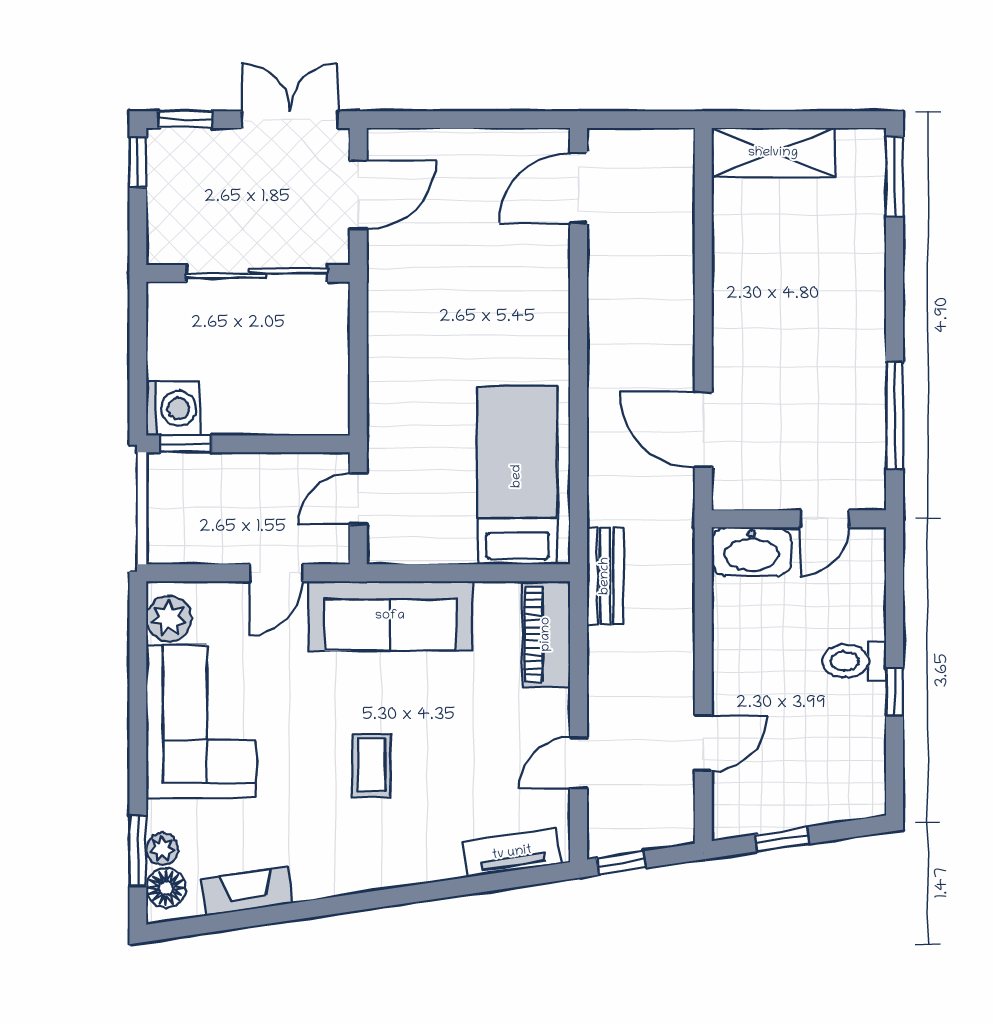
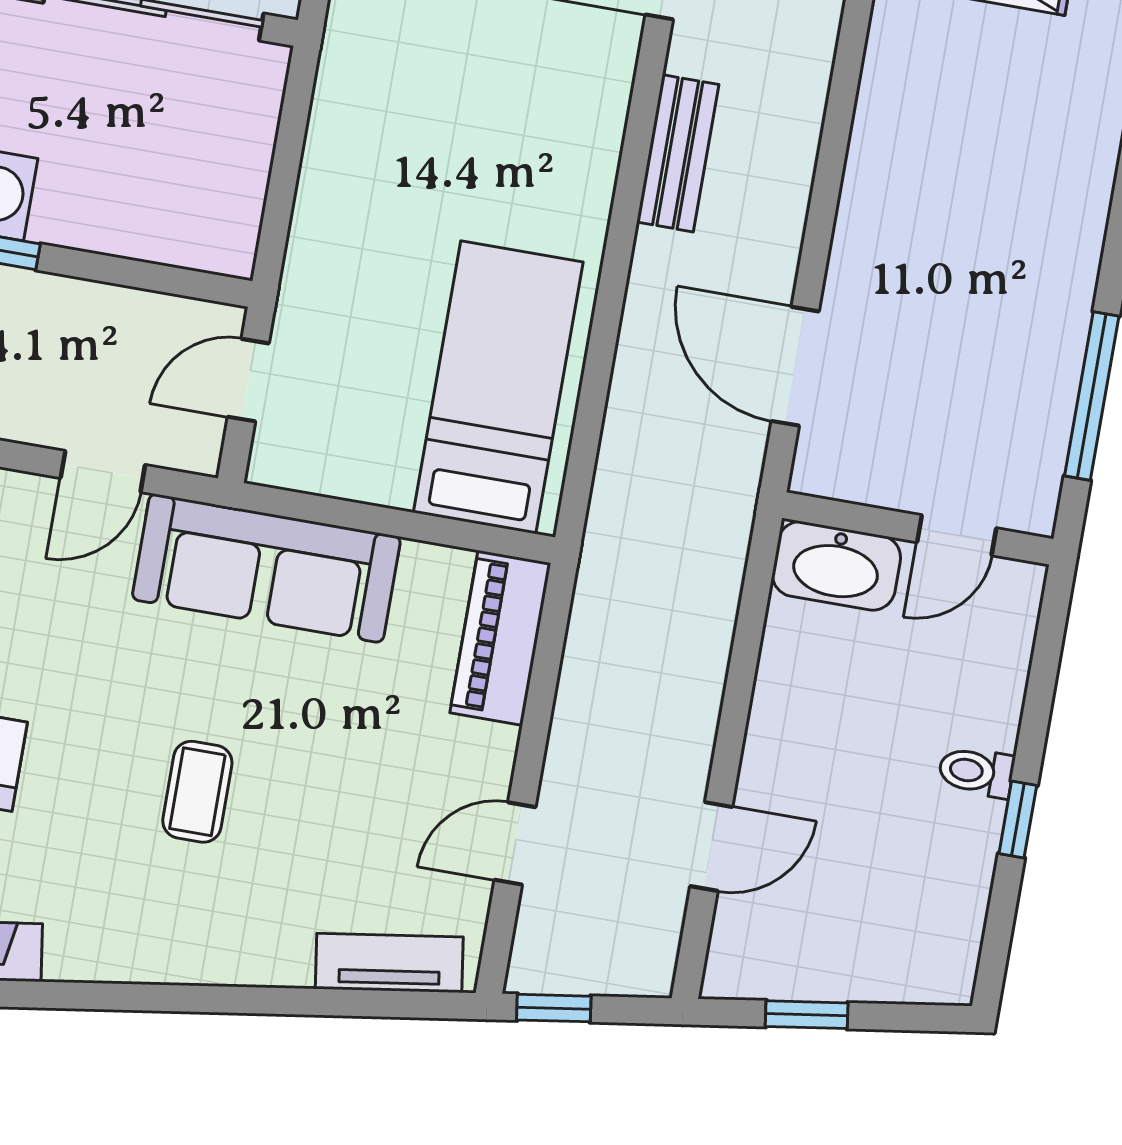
bench: (605, 576) -> (678, 153), moved
toilet: (854, 661) -> (976, 772), width x0.73, depth x0.72

